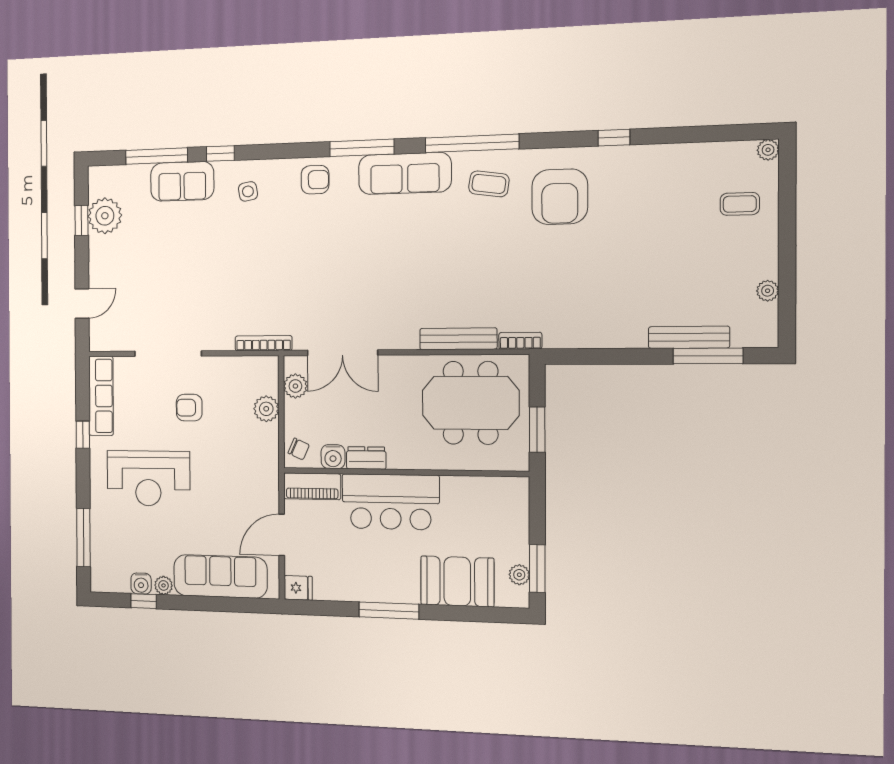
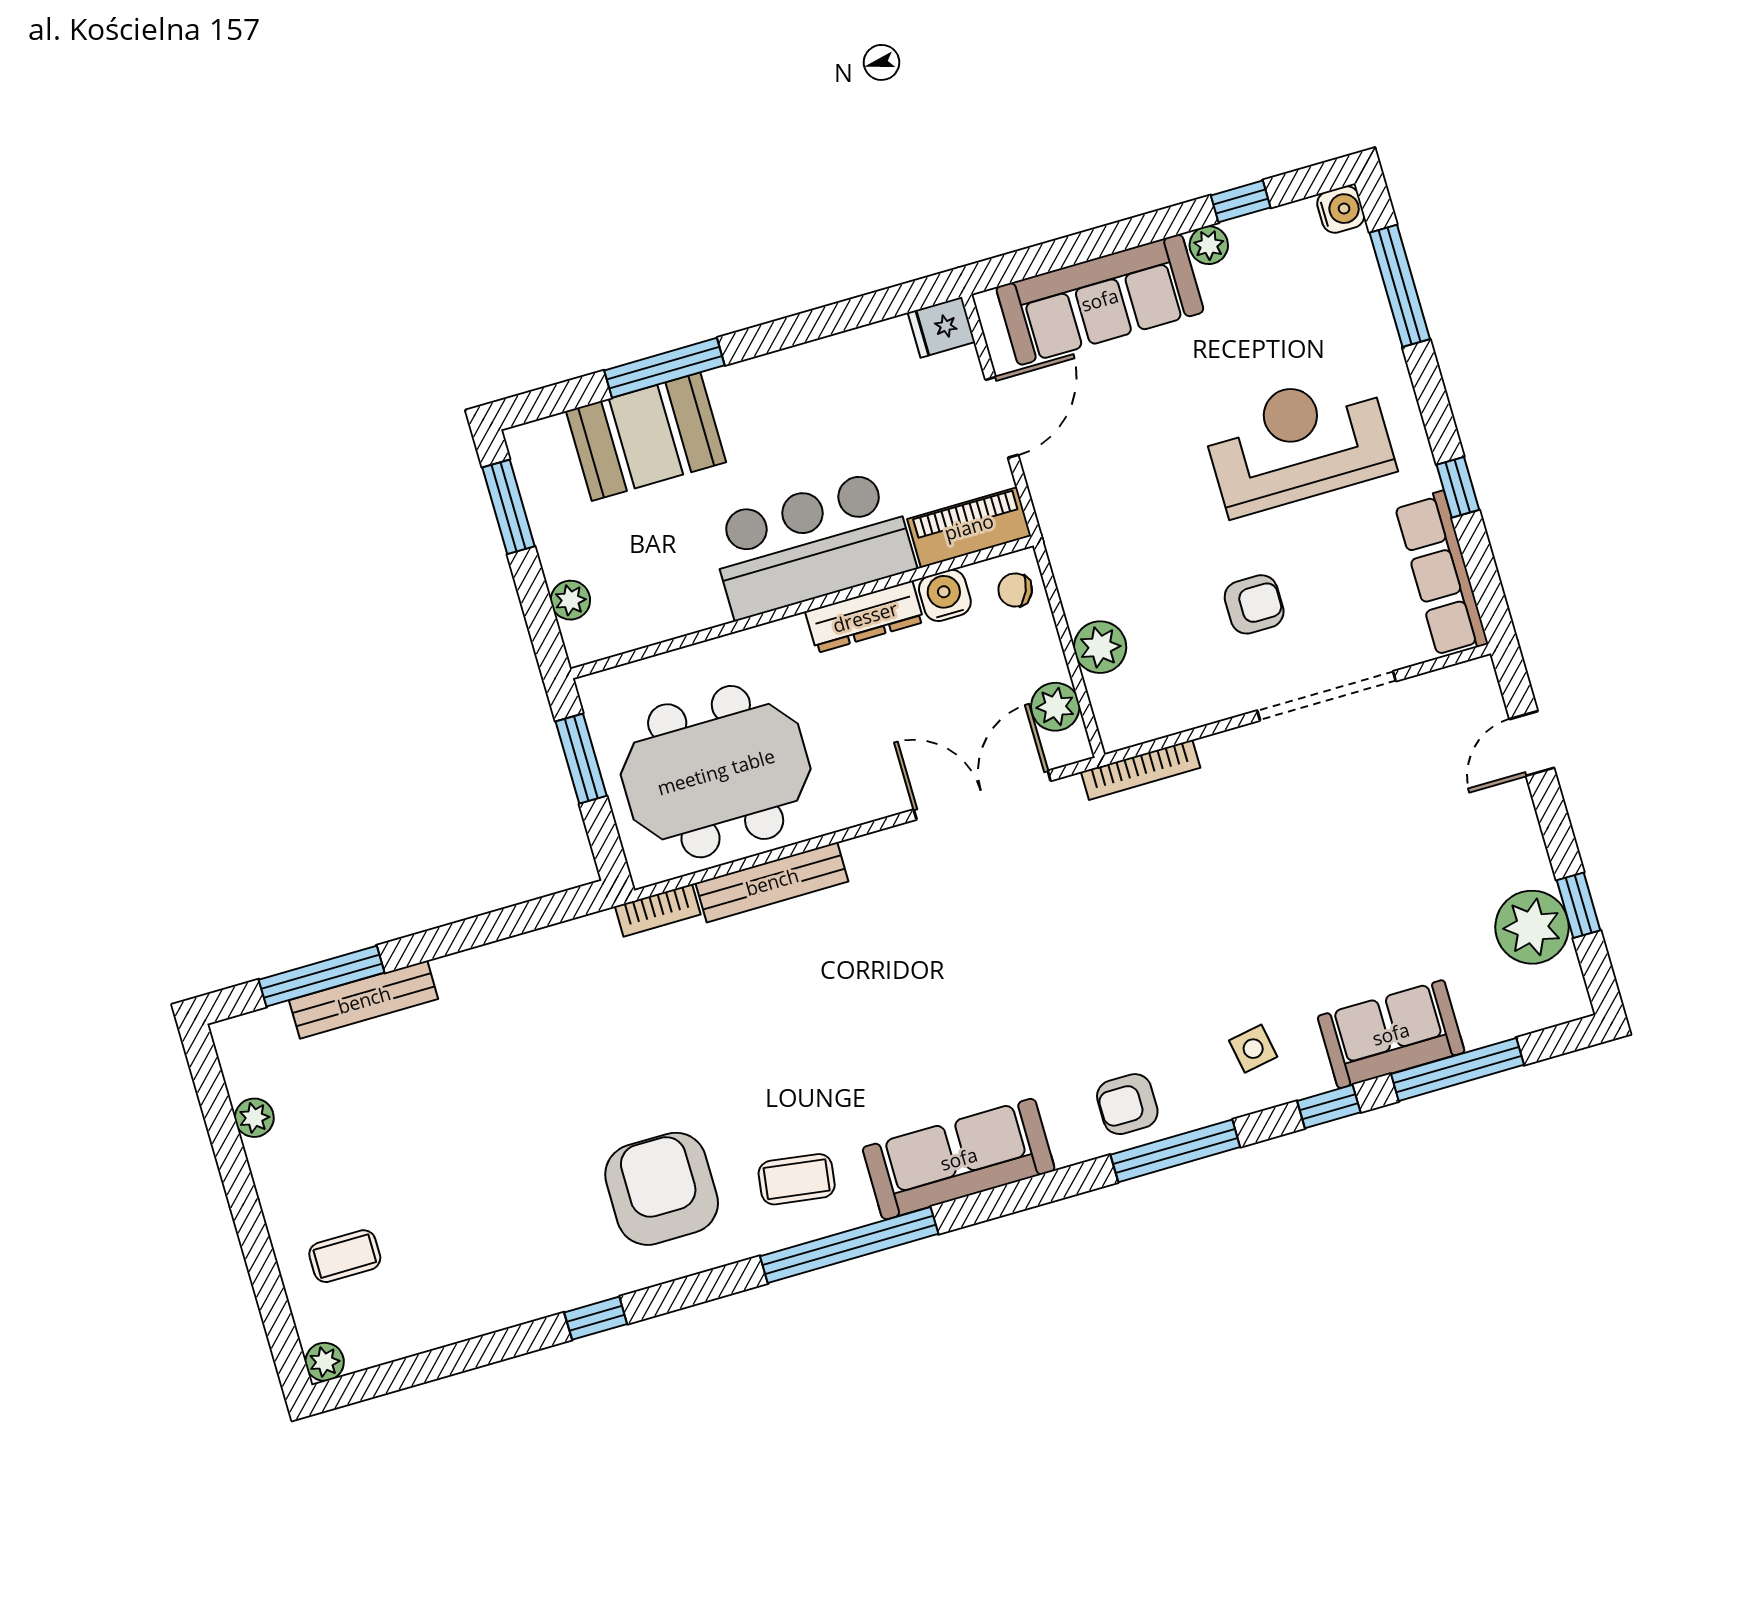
window: (362, 148) -> (1175, 1151), moved
dresser: (366, 458) -> (865, 617), width x1.44
plant: (519, 575) -> (570, 600), moved
water cooler: (141, 583) -> (1341, 210), moved, turned 90
window: (389, 611) -> (664, 368), moved

